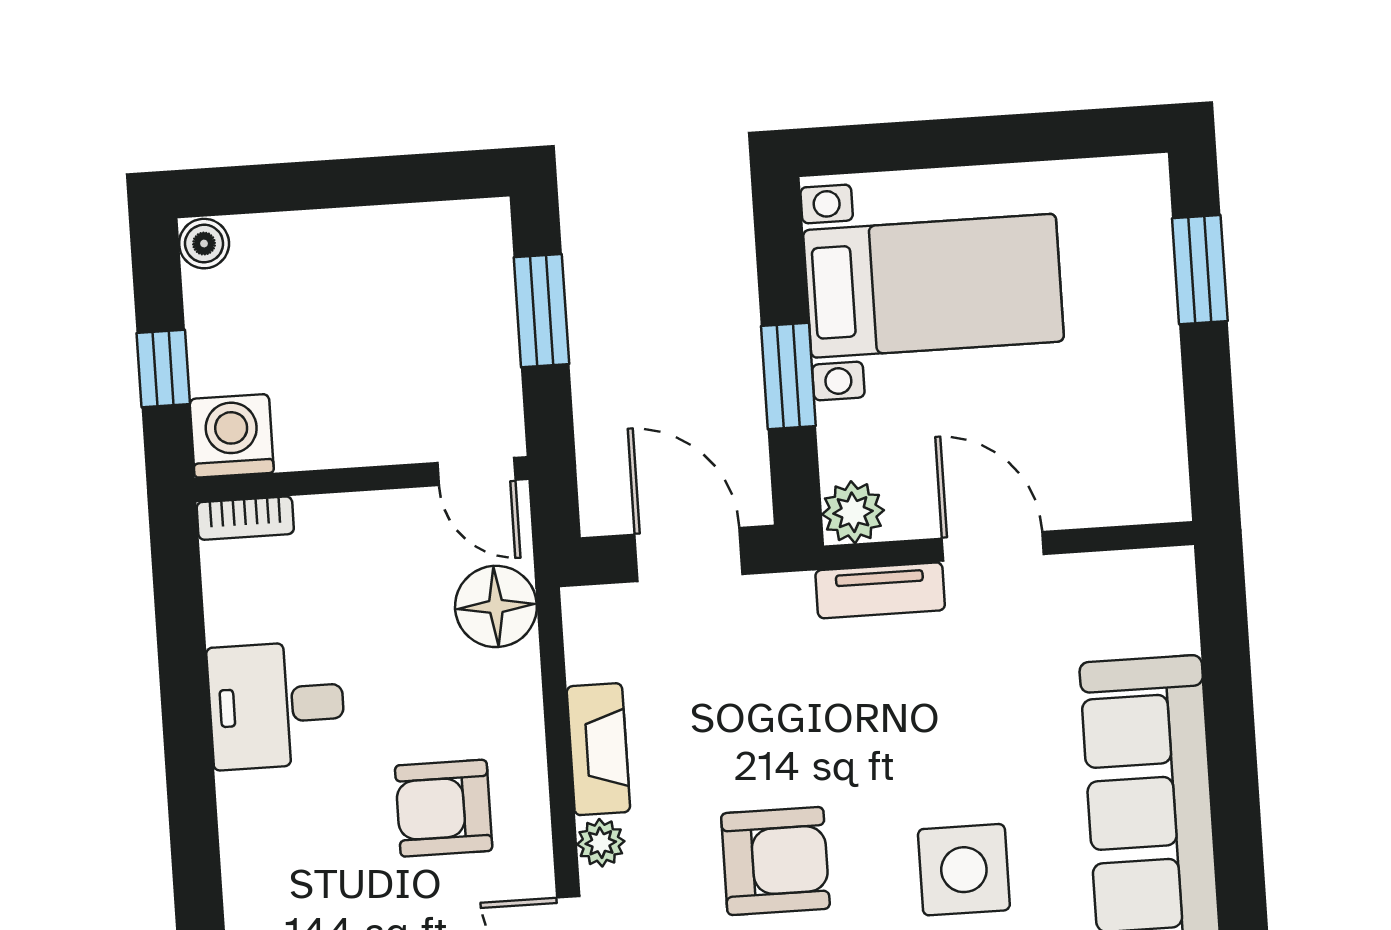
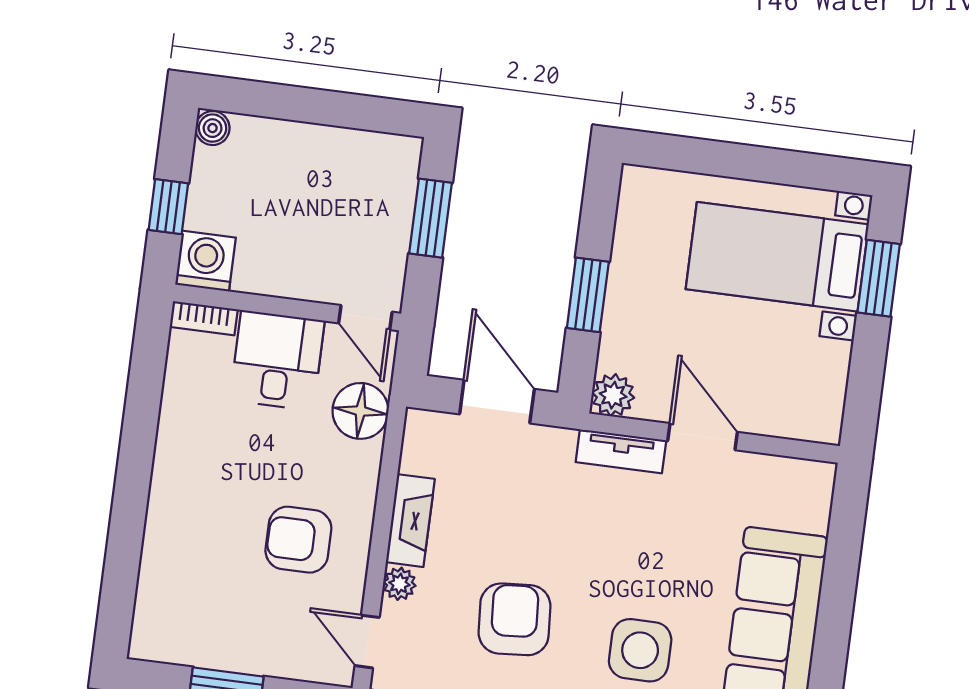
bed with nightstands: (933, 286) -> (777, 257), moved, turned 180
desk: (276, 705) -> (277, 360), moved, turned 90
armchair: (775, 861) -> (514, 619), turned -94

